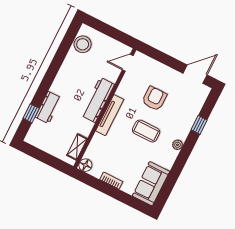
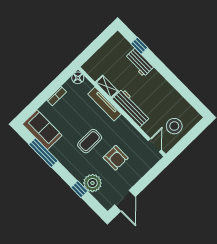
stool: (83, 44) -> (174, 126), moved
tv unit: (110, 115) -> (105, 104), moved
plant: (177, 145) -> (92, 183), moved, width x1.88, depth x1.88
shelving: (77, 147) -> (107, 87), moved
window: (174, 174) -> (43, 153), added

